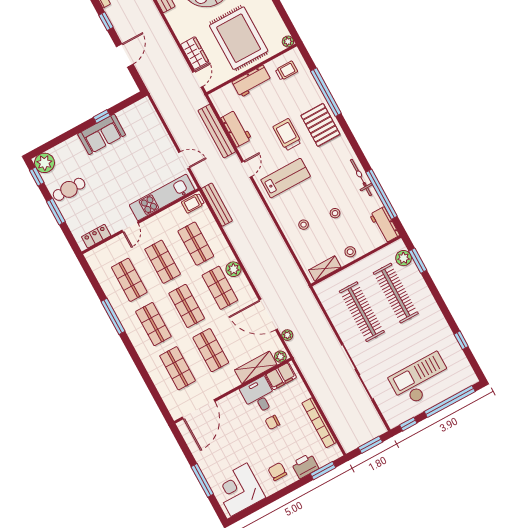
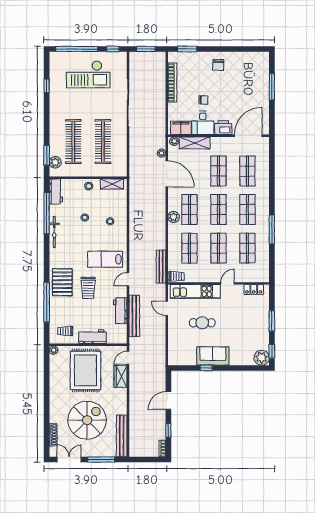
cafe table: (69, 189) -> (202, 323), moved
printer: (305, 466) -> (223, 128), moved, turned 180
corner desk: (239, 490) -> (251, 67), removed

